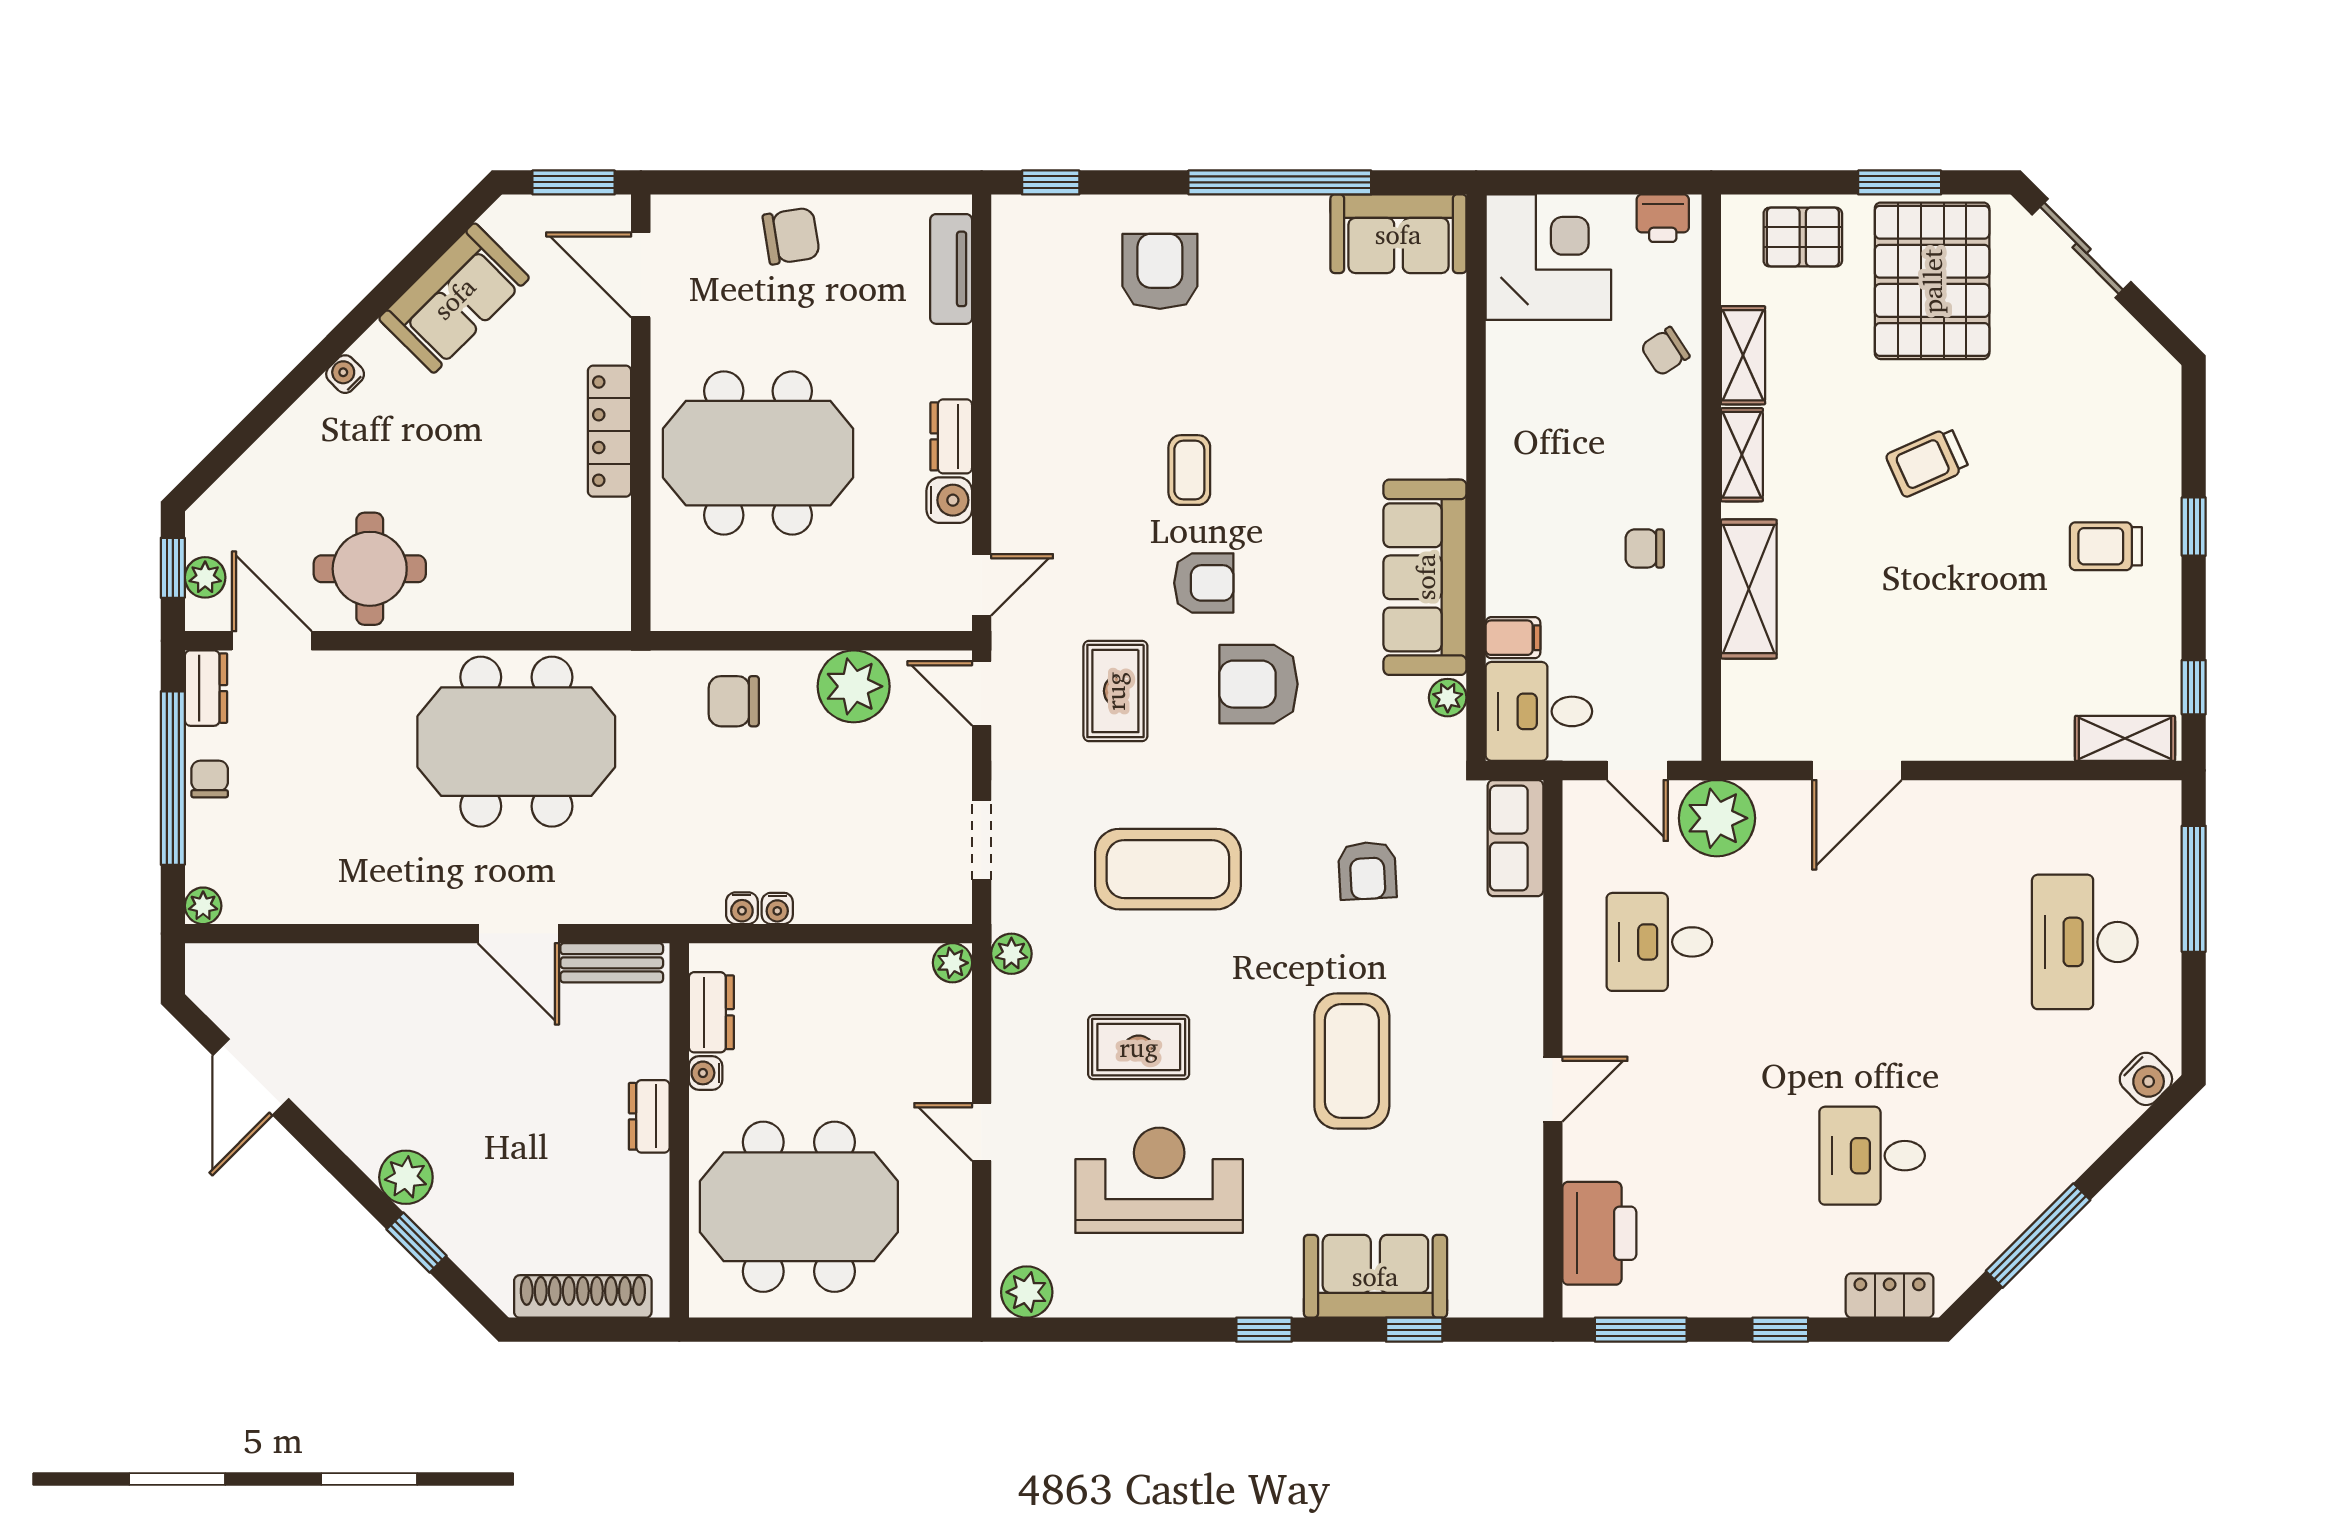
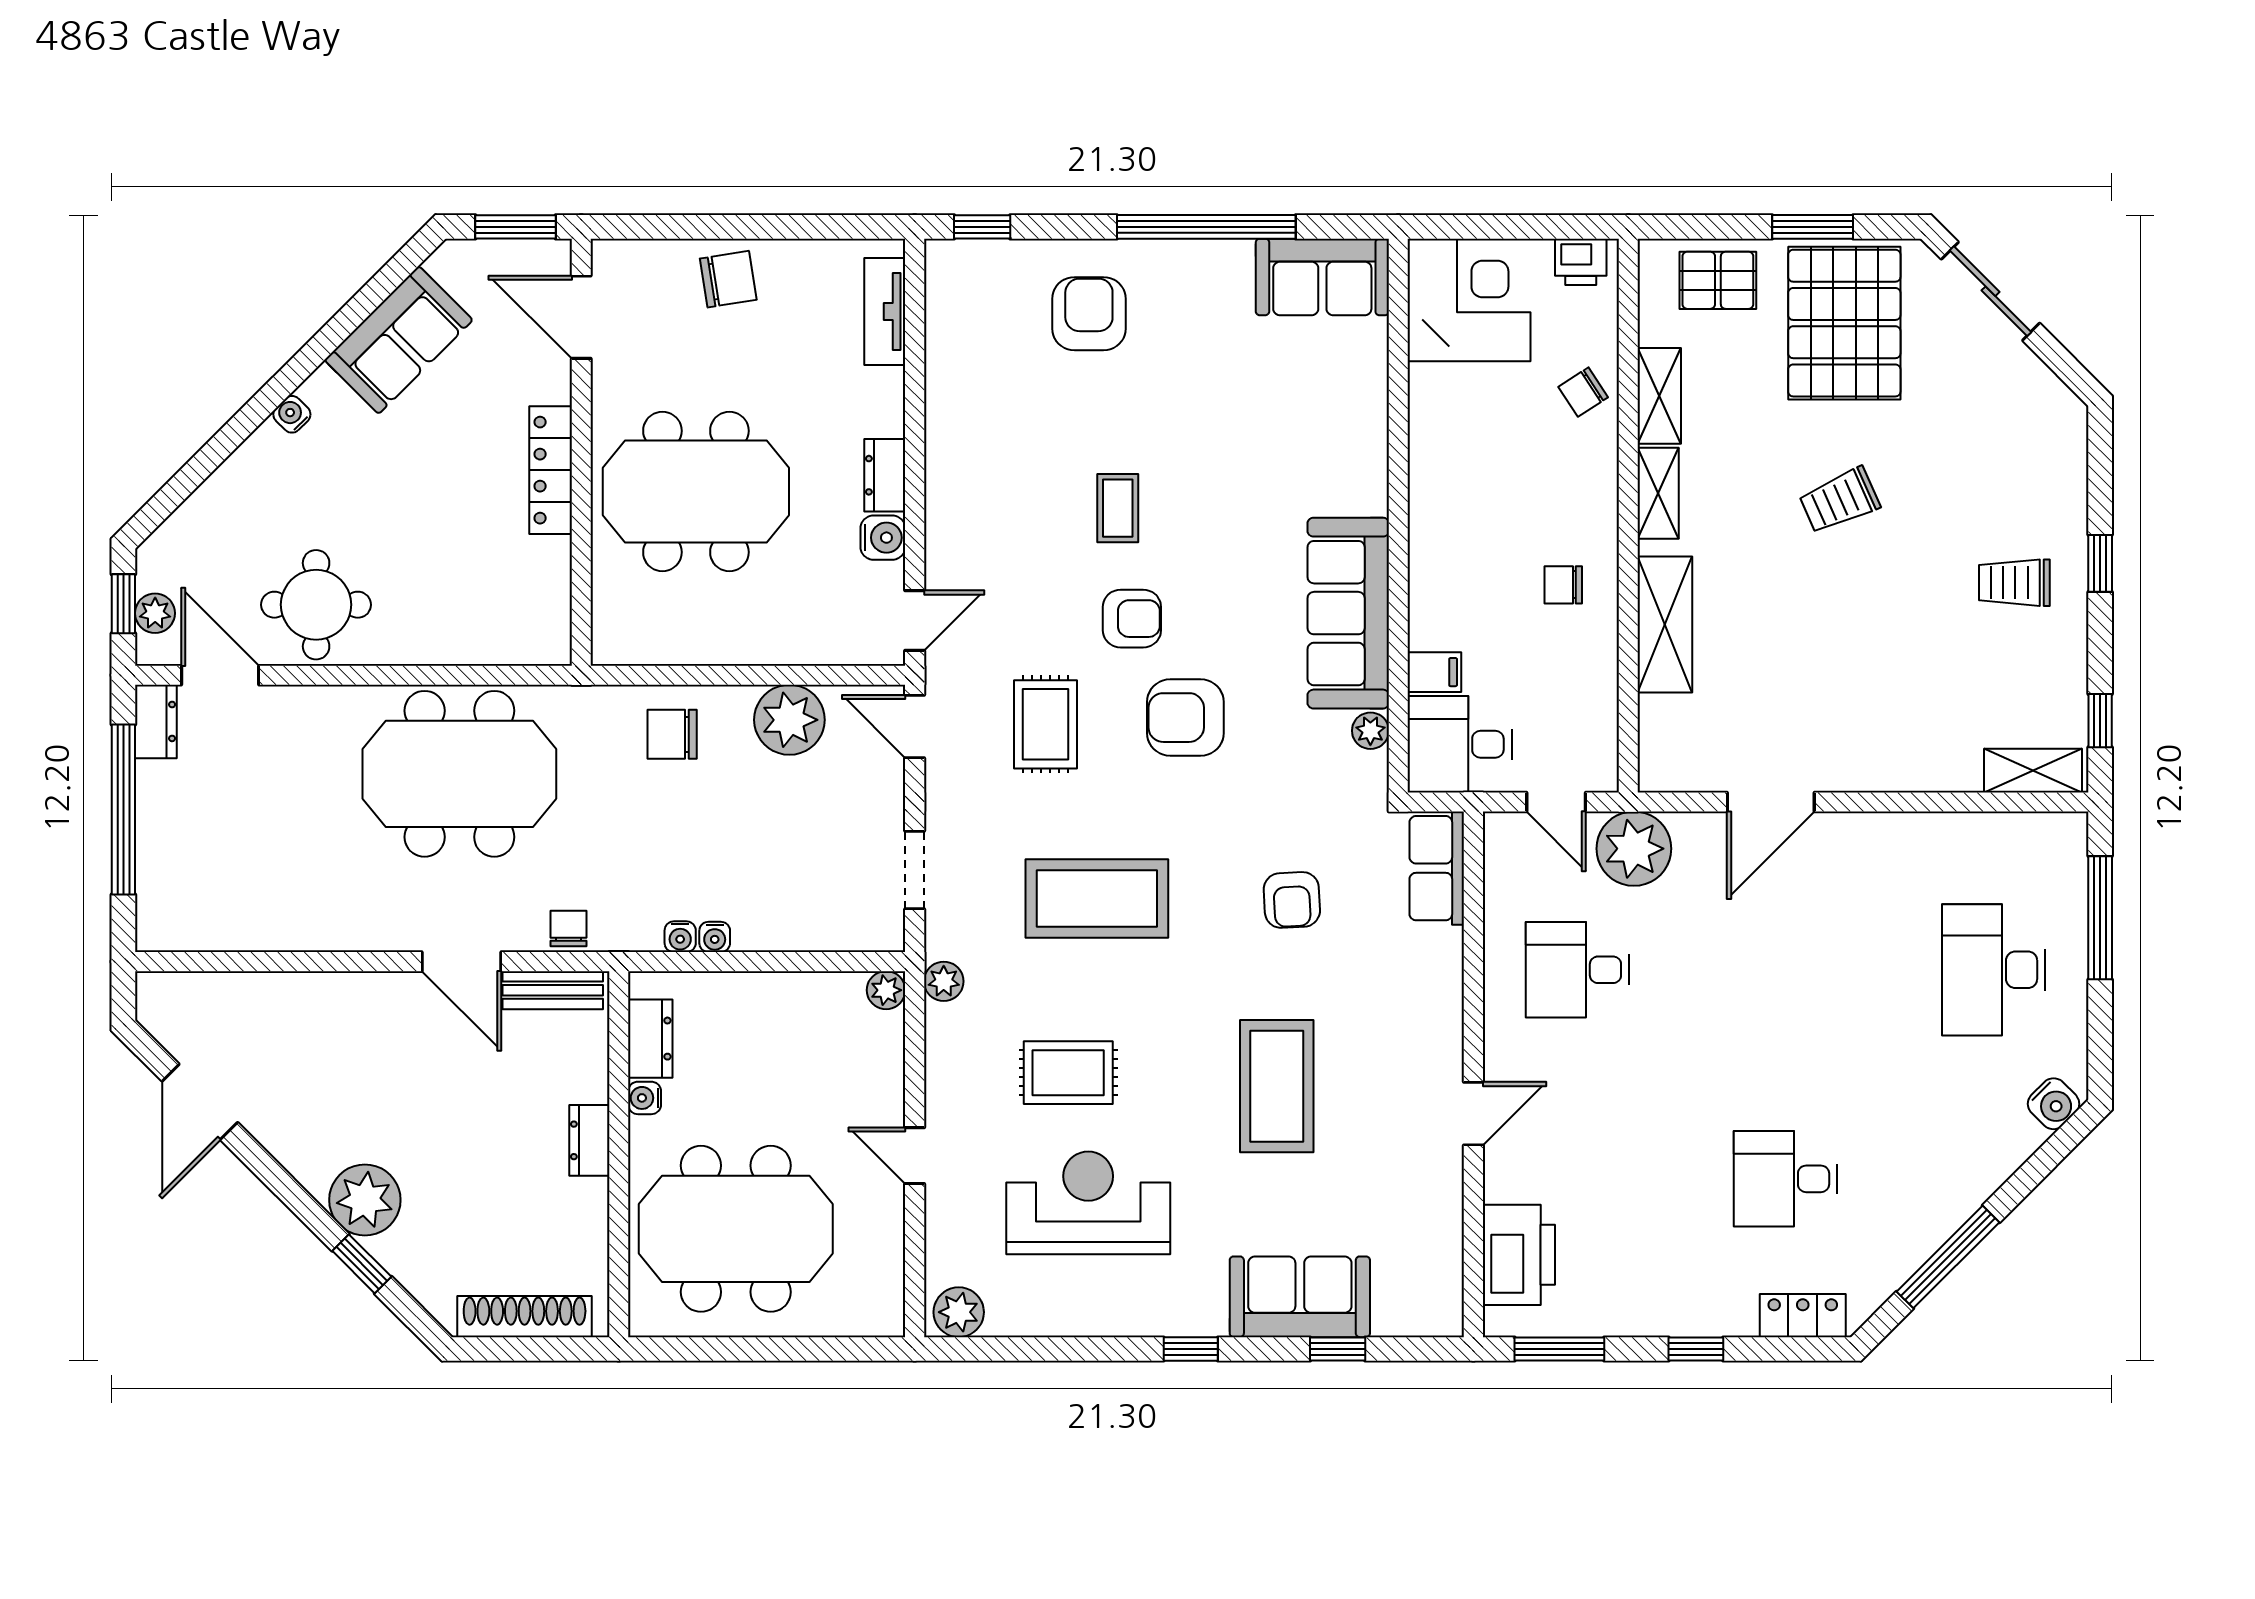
chair: (210, 779) -> (568, 929), moved
plant: (203, 906) -> (153, 934), removed
plant: (406, 1177) -> (365, 1200), width x1.36, depth x1.36

